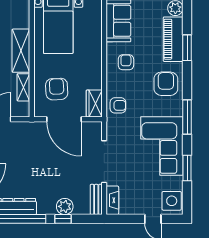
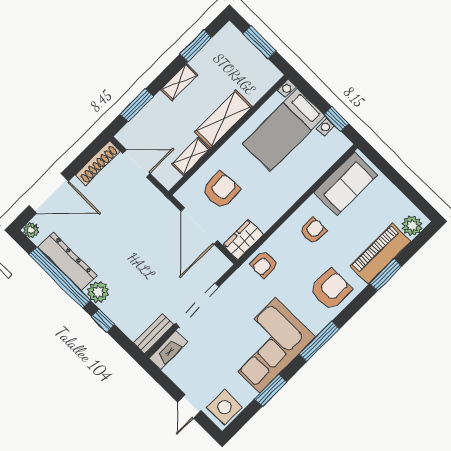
armchair: (118, 105) -> (264, 264), turned 90
plant: (65, 206) -> (98, 292), moved

